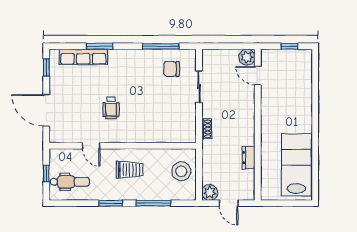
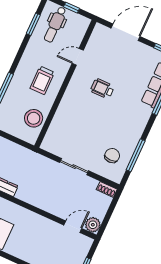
sliding door: (199, 87) -> (74, 167), moved
shoe rack: (207, 129) -> (107, 189), moved
stool: (181, 171) -> (34, 118), moved
window: (111, 203) -> (33, 24), moved

